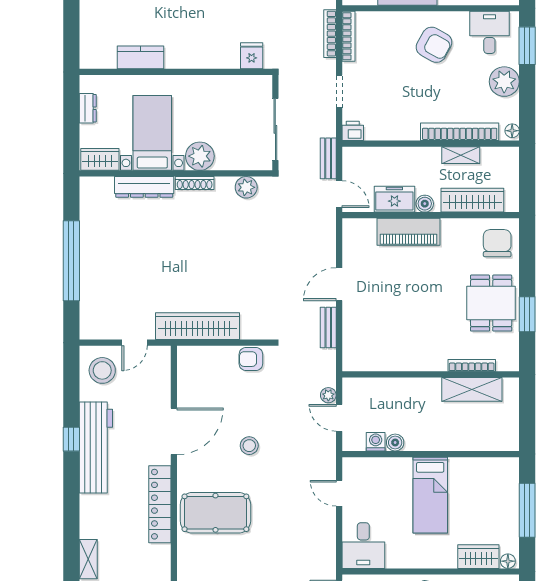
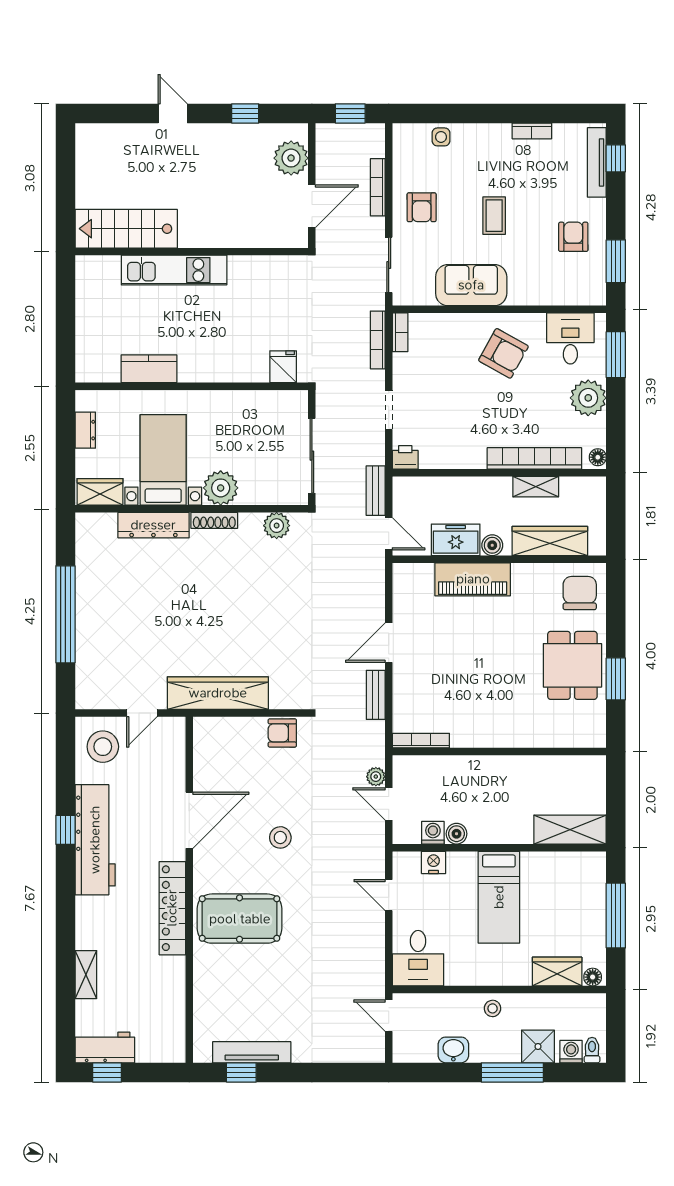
bookcase: (348, 36) -> (400, 332), width x0.64
bookcase: (472, 365) -> (421, 741), moved
shelving: (472, 389) -> (570, 830), moved
nightstand: (376, 466) -> (434, 862), added

